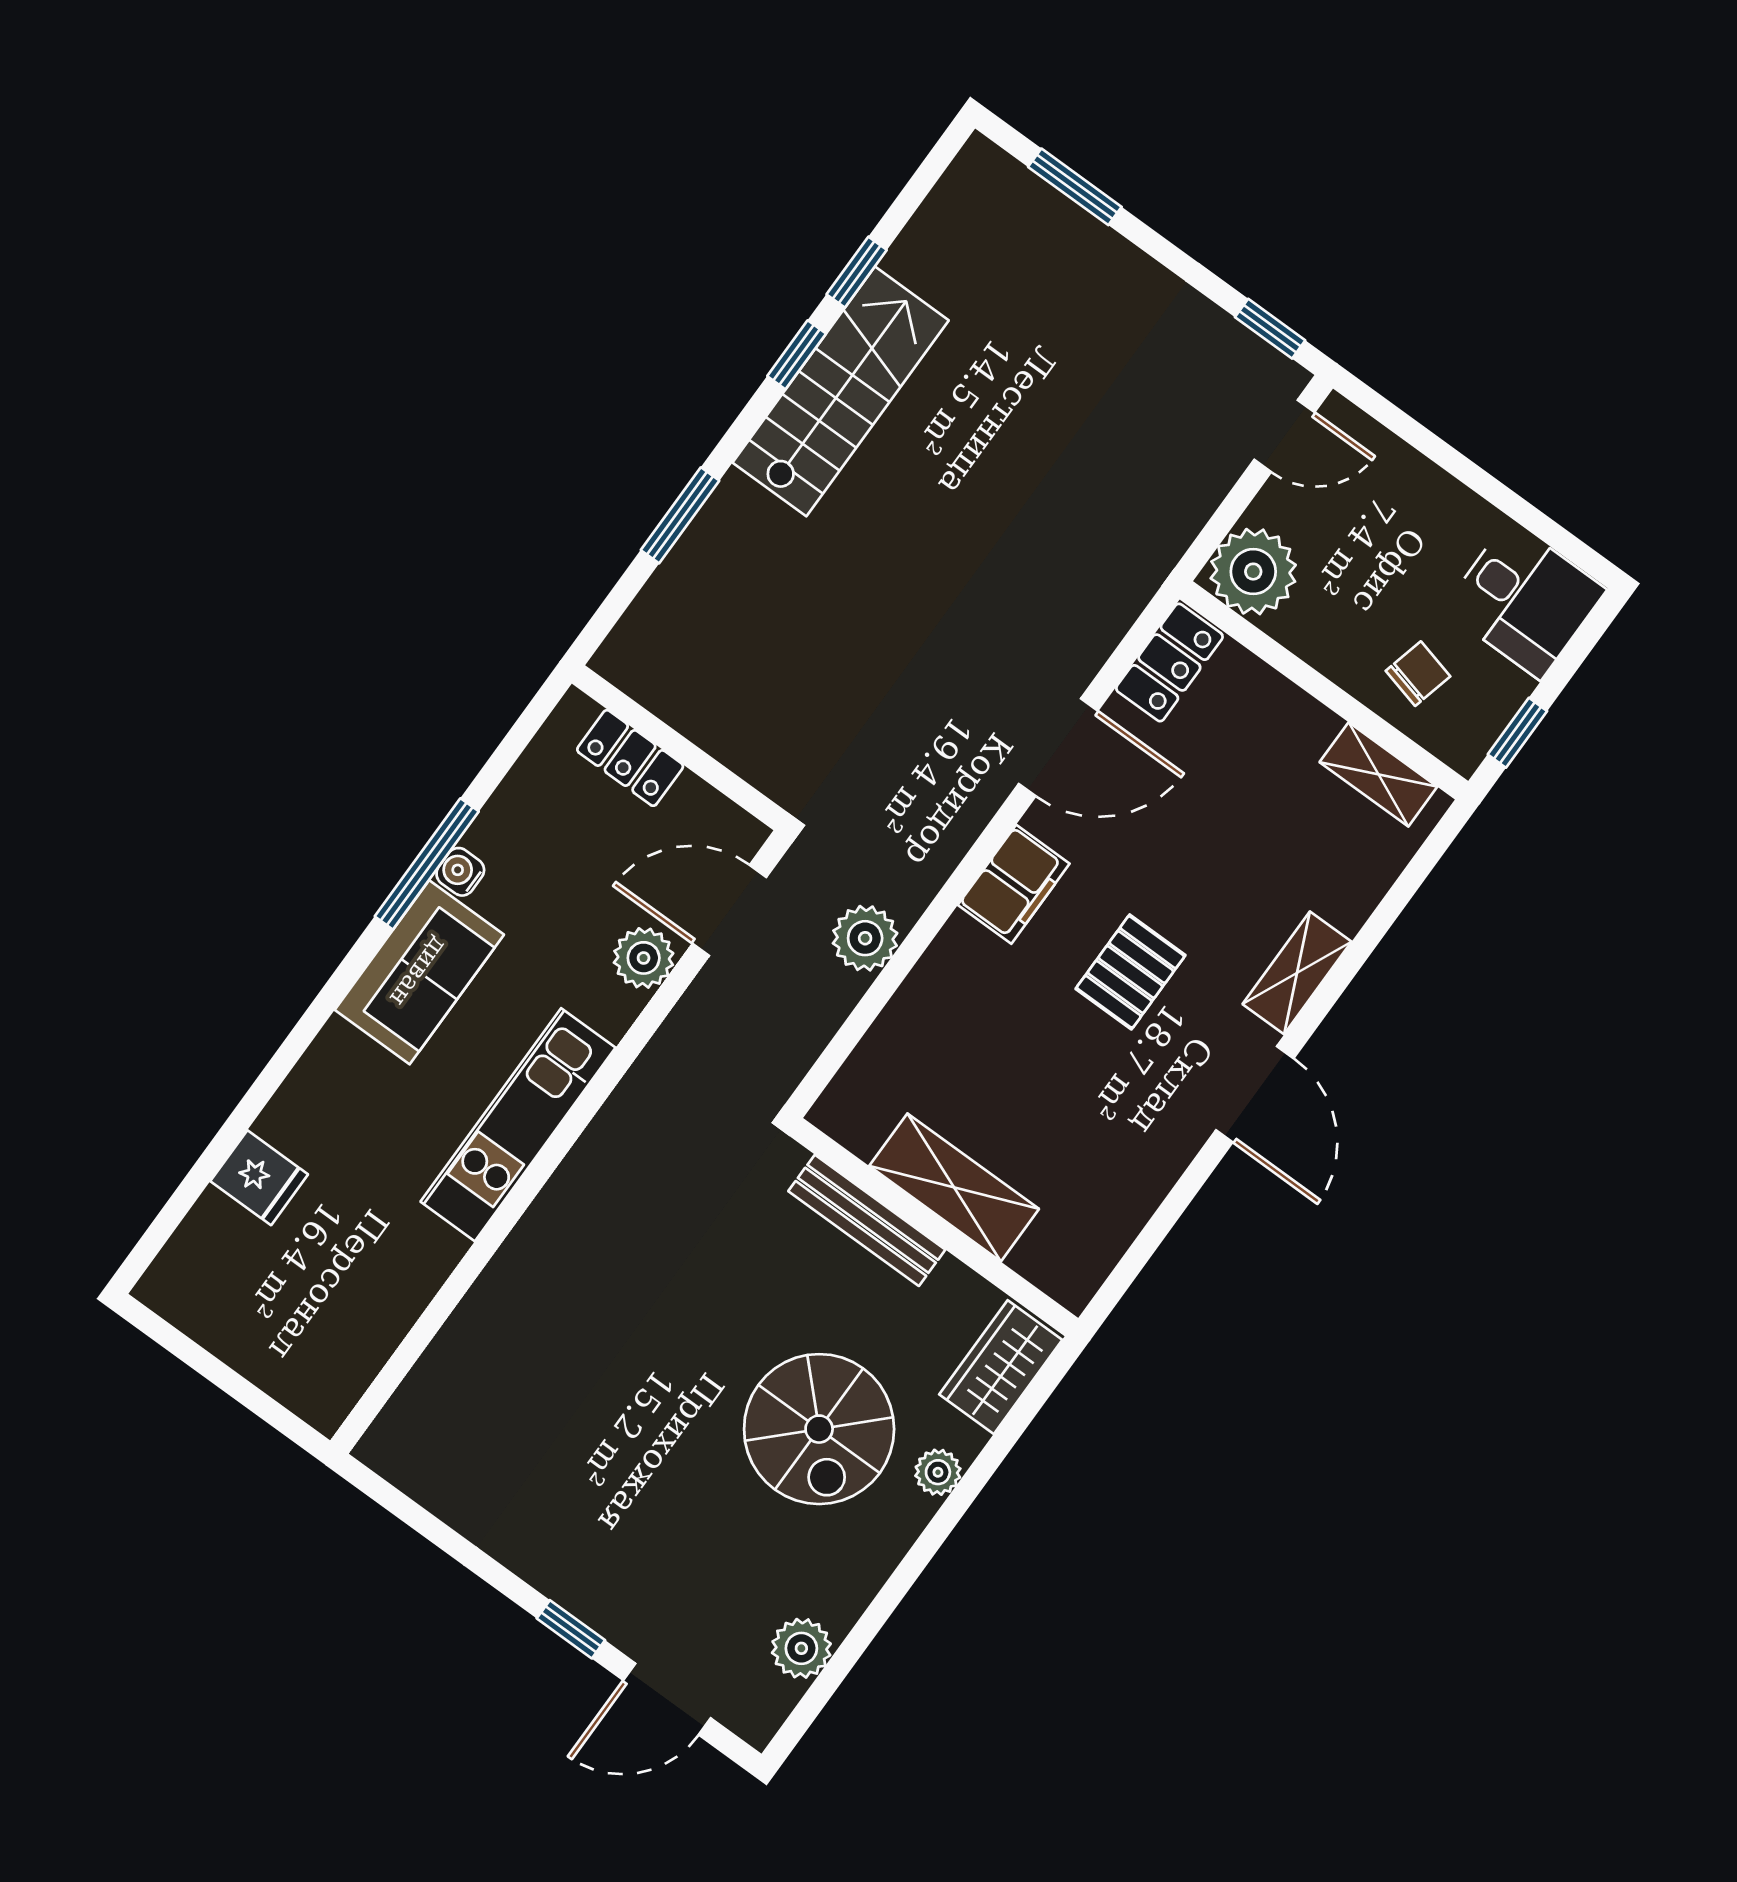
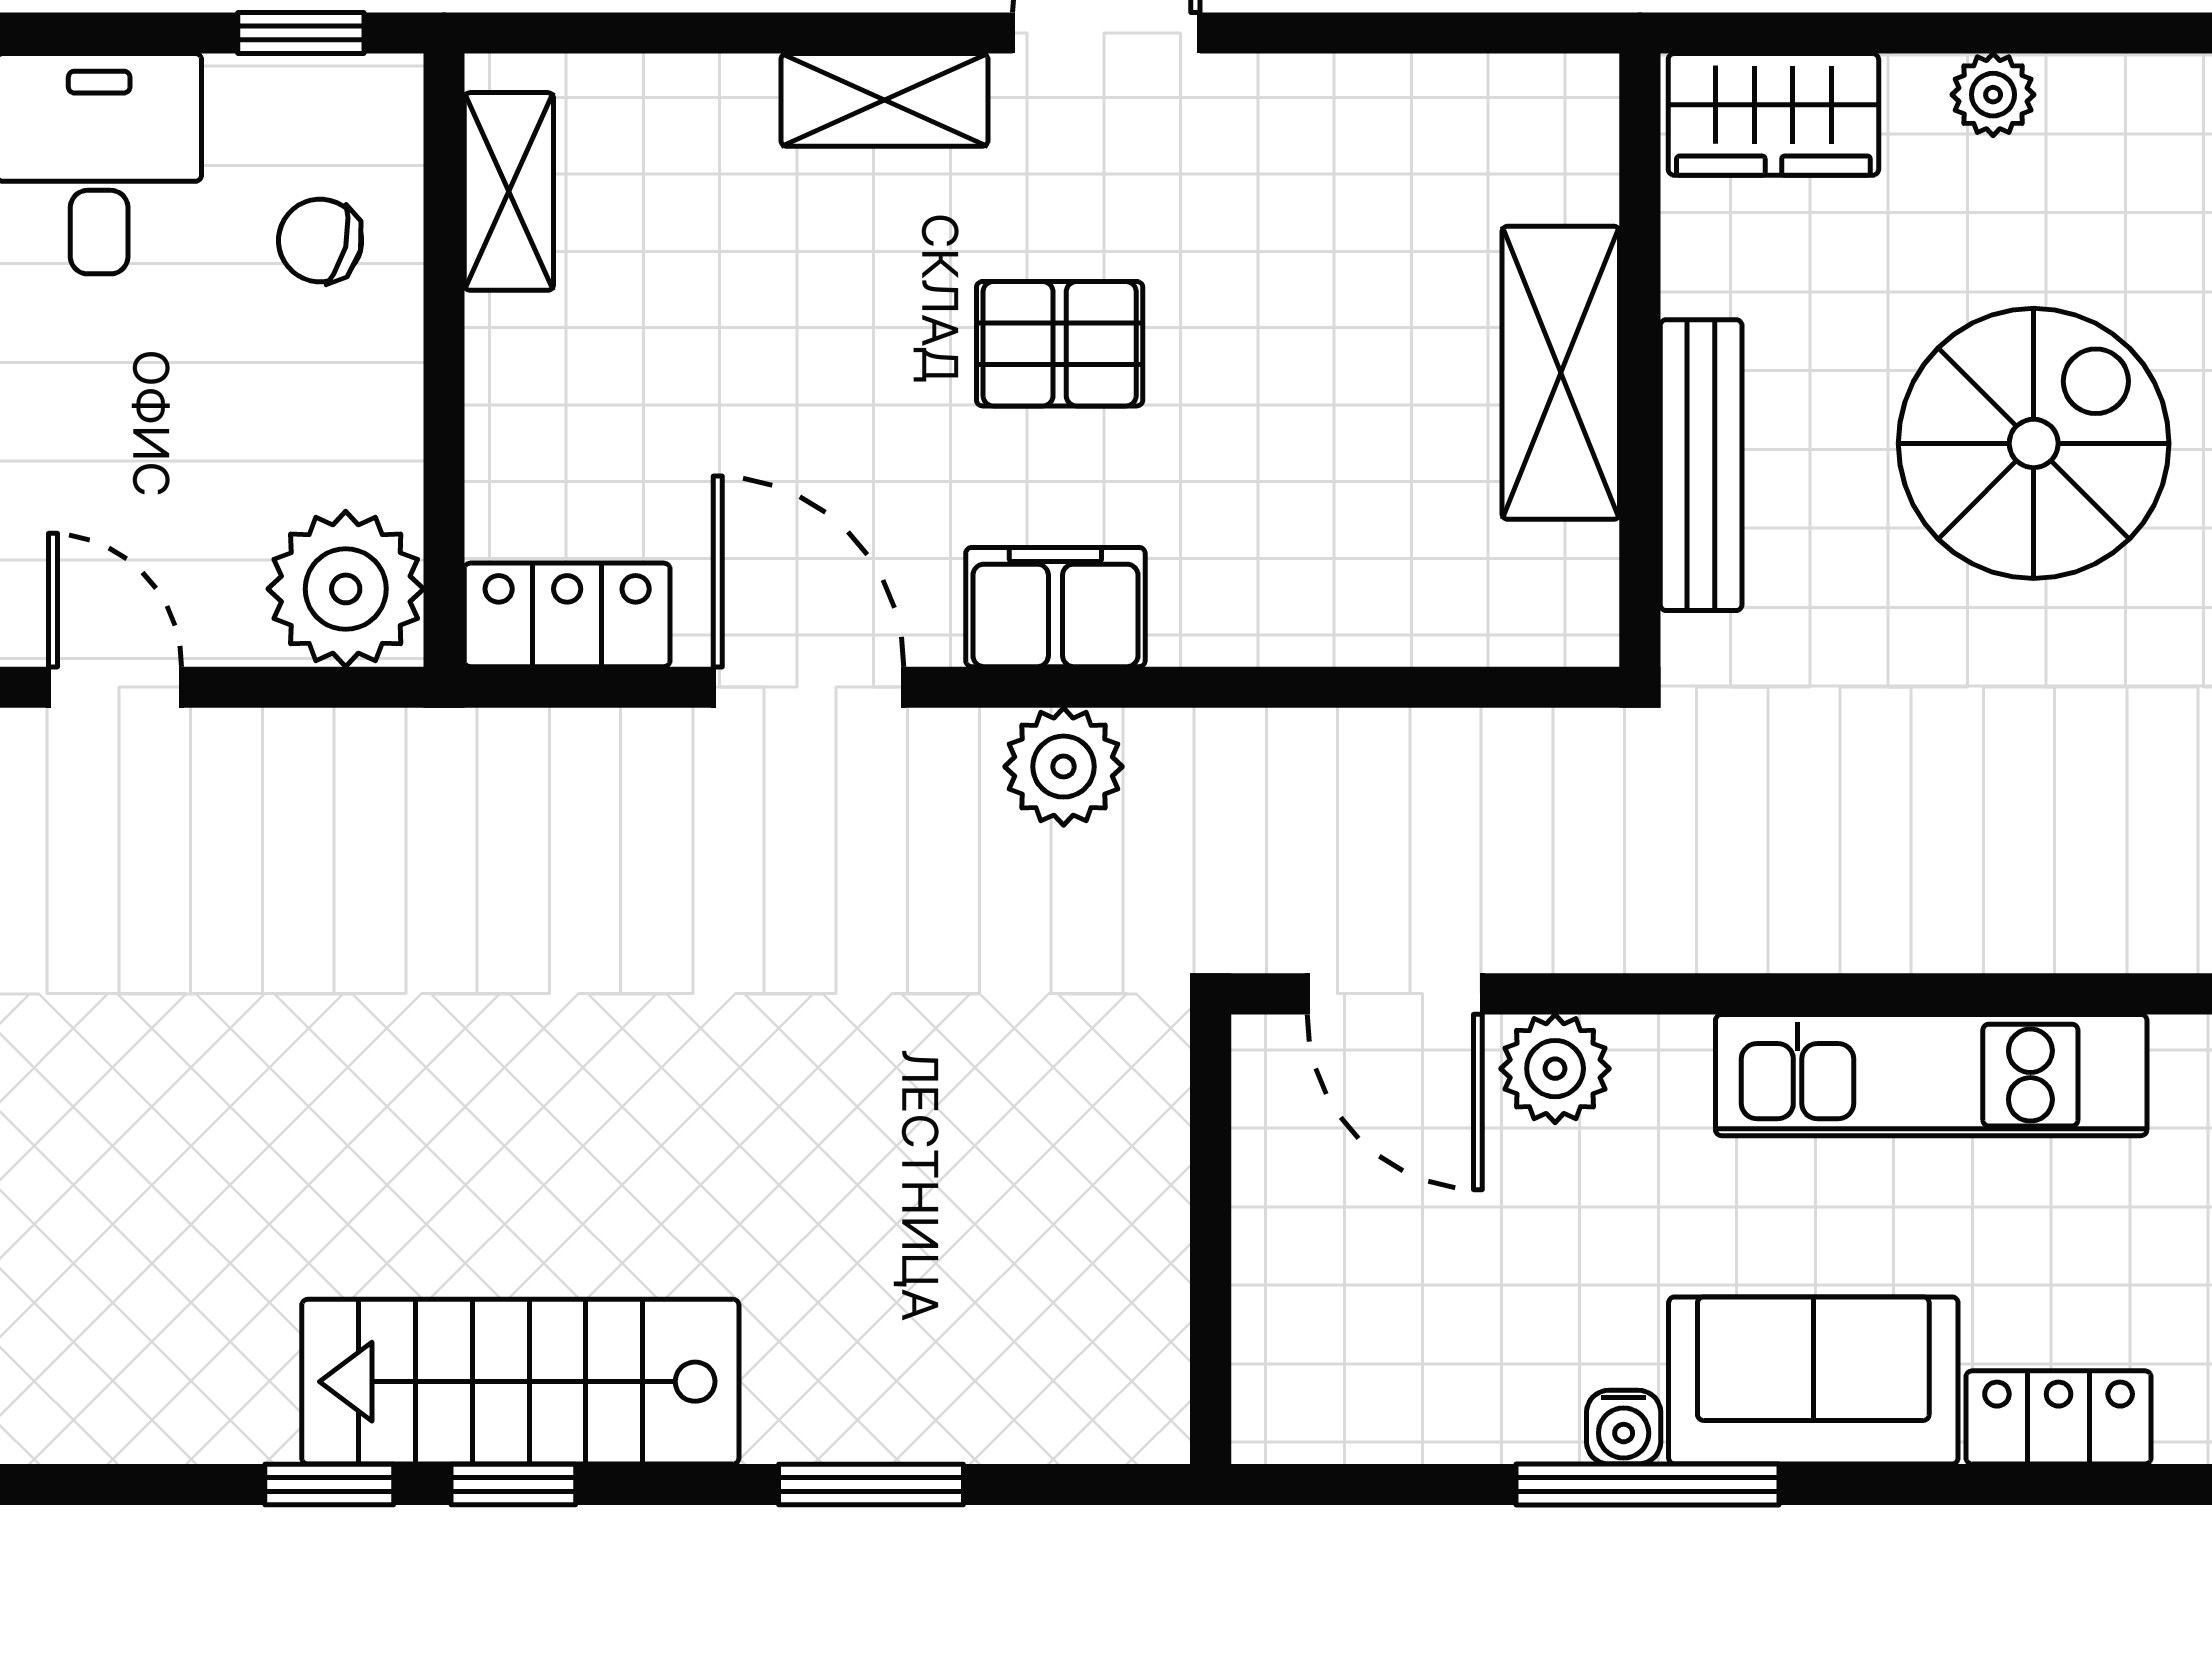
locker: (630, 758) -> (2059, 1417), moved, turned -90
plant: (865, 938) -> (1064, 767), moved
spiral stairs: (819, 1429) -> (2034, 443), moved

